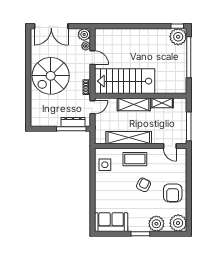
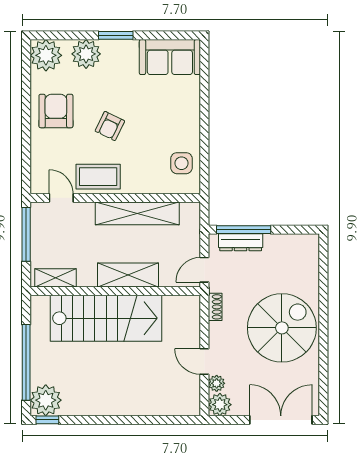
stairs: (125, 81) -> (106, 318), moved
shelving: (162, 103) -> (56, 278), moved
coffee table: (135, 159) -> (98, 177), moved

